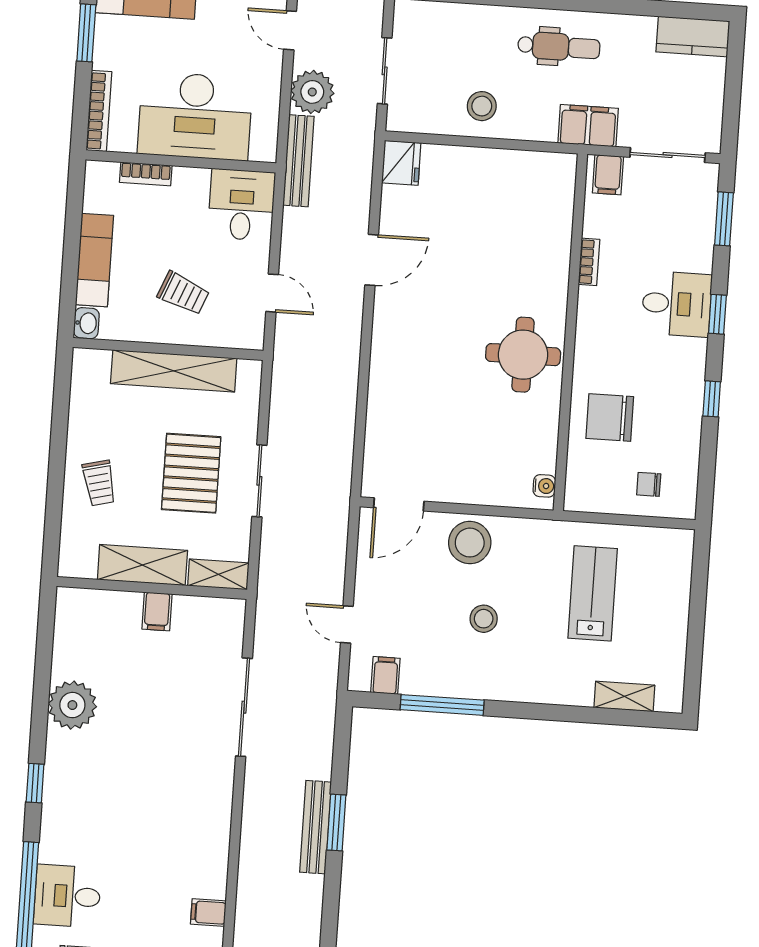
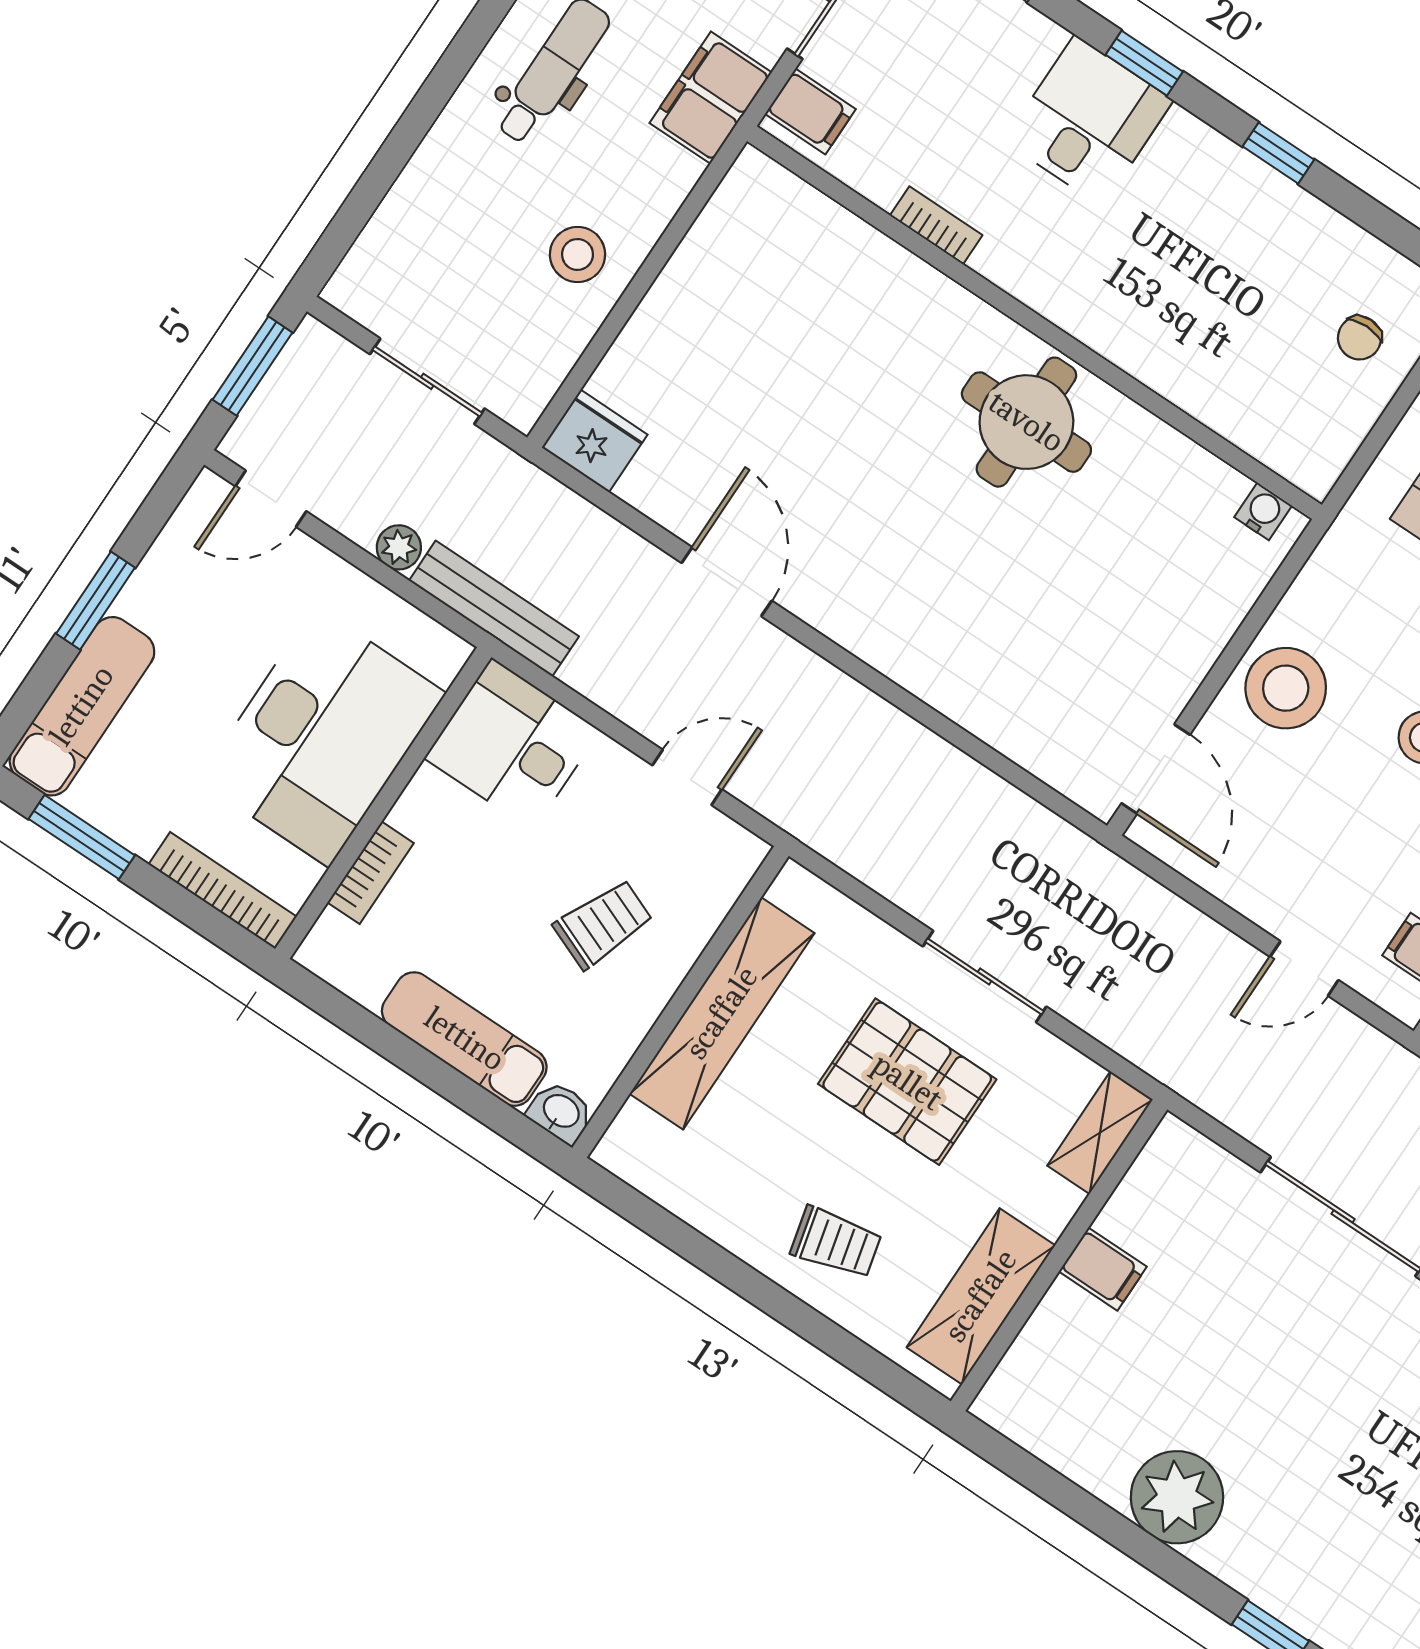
plant: (312, 92) -> (399, 547), width x0.53, depth x0.53
chair: (610, 418) -> (1212, 339), removed
shelving: (142, 565) -> (981, 1296), moved

